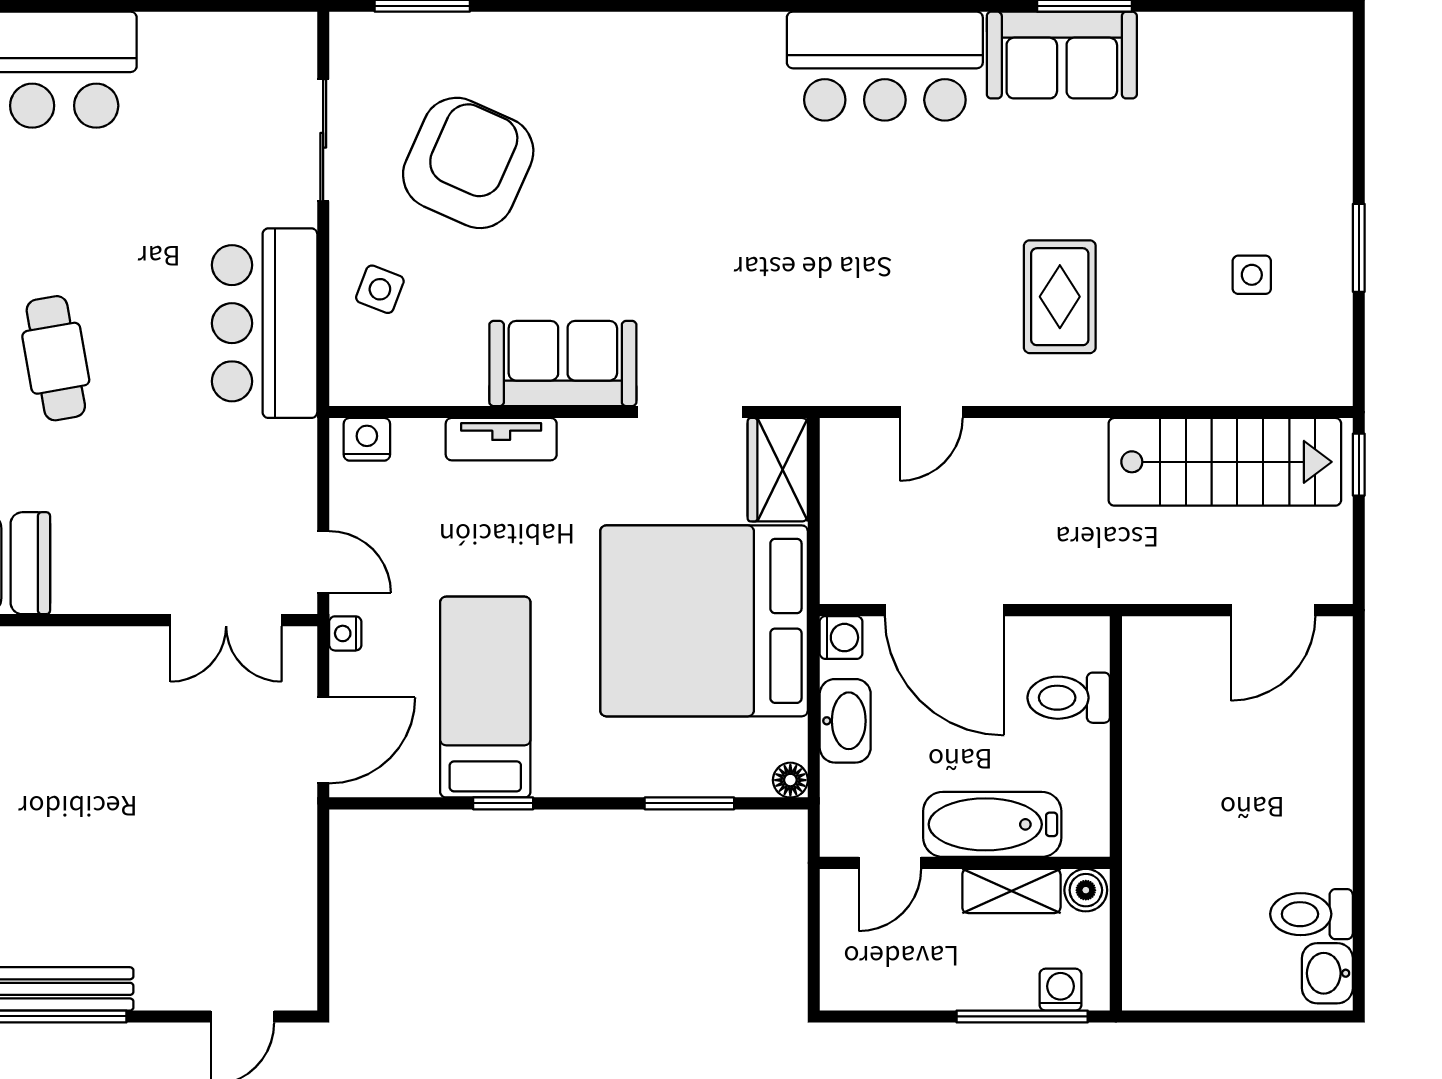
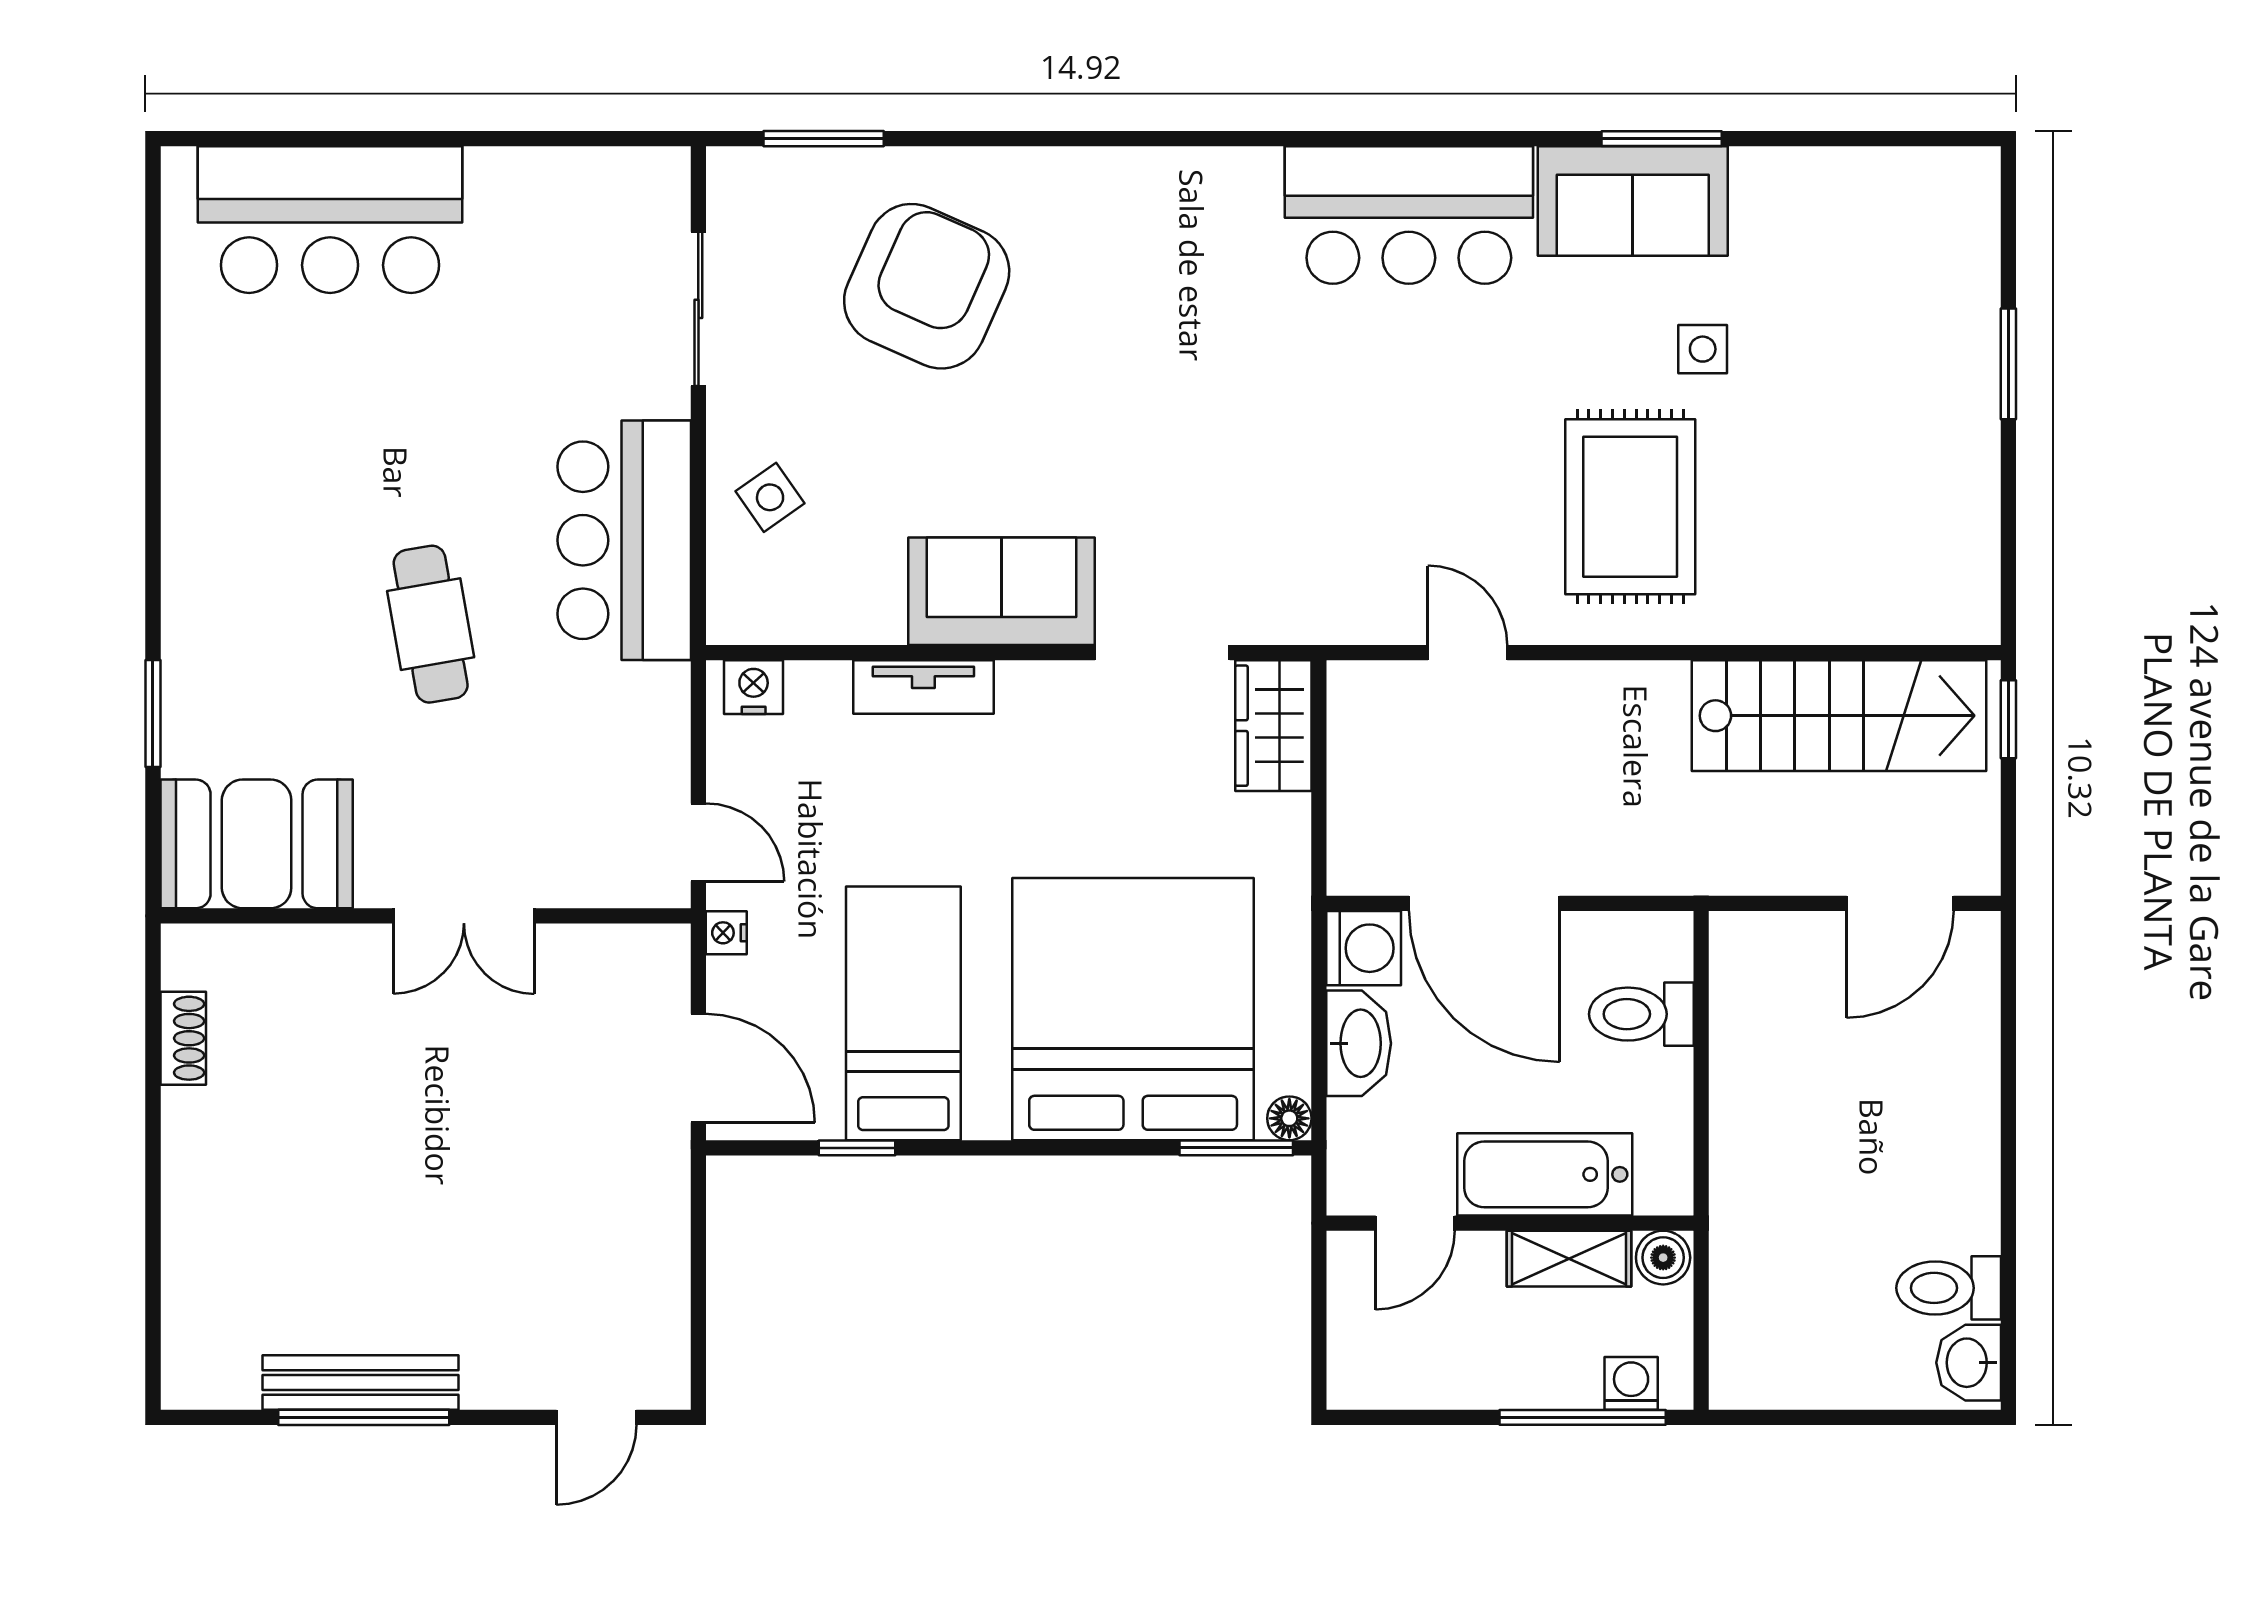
armchair: (468, 163) -> (927, 286), moved
window: (1359, 248) -> (2008, 364), moved
side table: (1252, 275) -> (1703, 349), moved
side table: (380, 289) -> (770, 497), turned 34
rug: (1060, 297) -> (1630, 507), width x1.36, depth x1.43
cafe table: (56, 358) -> (431, 624), moved
door: (931, 412) -> (1468, 653), swing flipped
double door: (226, 620) -> (464, 916), moved
bed: (704, 621) -> (1133, 1009), moved, turned 90
washing machine: (841, 638) -> (1364, 948), width x1.38, depth x1.38
door: (323, 740) -> (698, 1068), hinge flipped
window: (503, 803) -> (857, 1148), moved
window: (689, 803) -> (1236, 1148), moved

